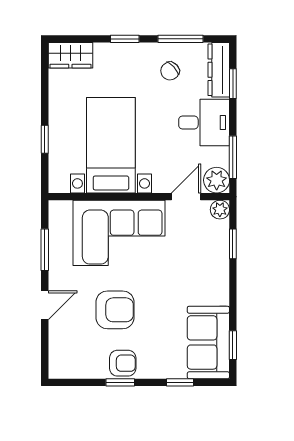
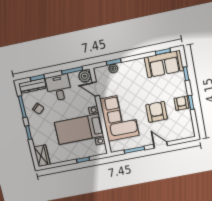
plant: (220, 210) -> (113, 69), moved

